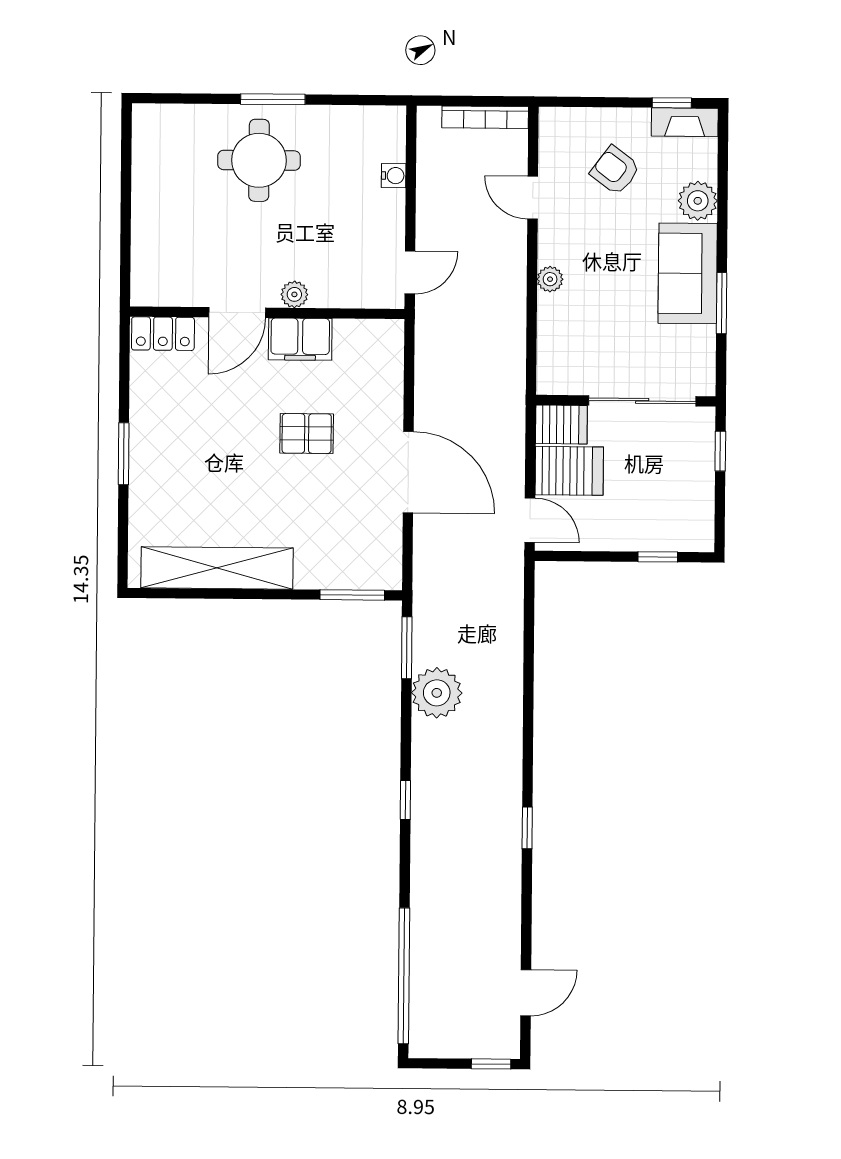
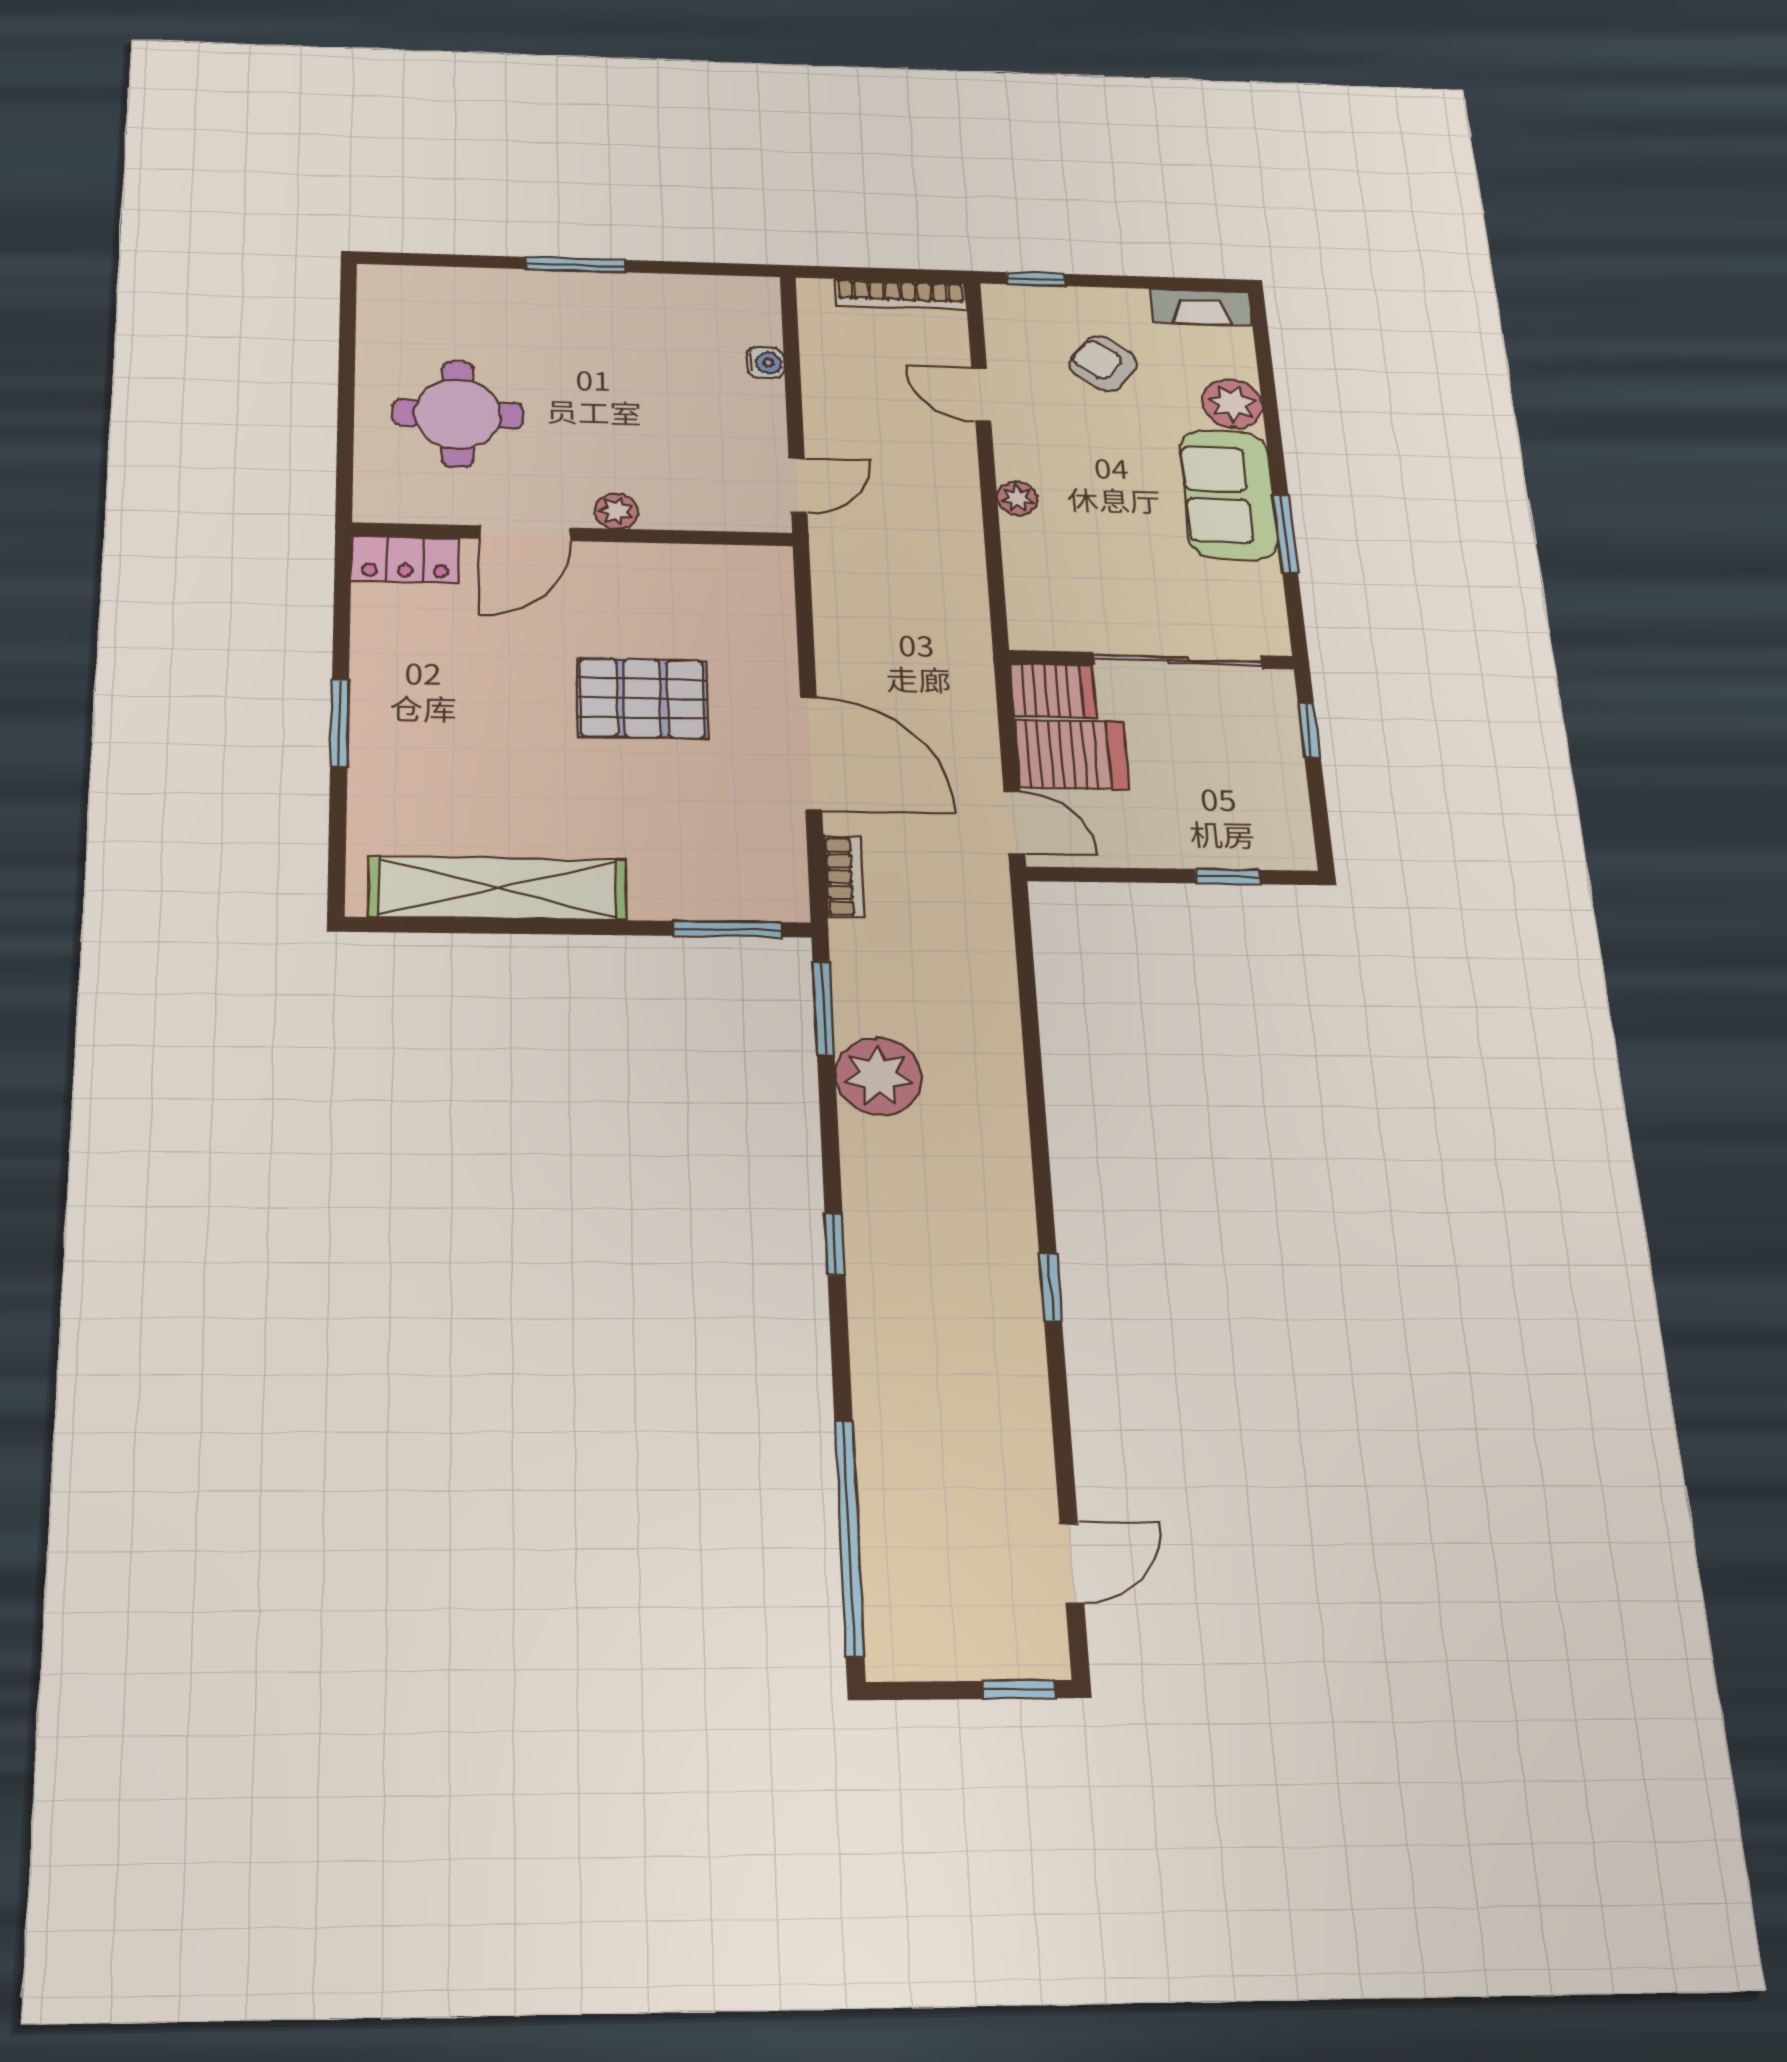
window: (672, 103) -> (1036, 279), moved
round table: (259, 160) -> (458, 414), moved
filing cabinet: (300, 339) -> (628, 570), removed
pallet: (307, 433) -> (642, 698), width x1.50, depth x1.42
bookcase: (424, 559) -> (844, 877), added

